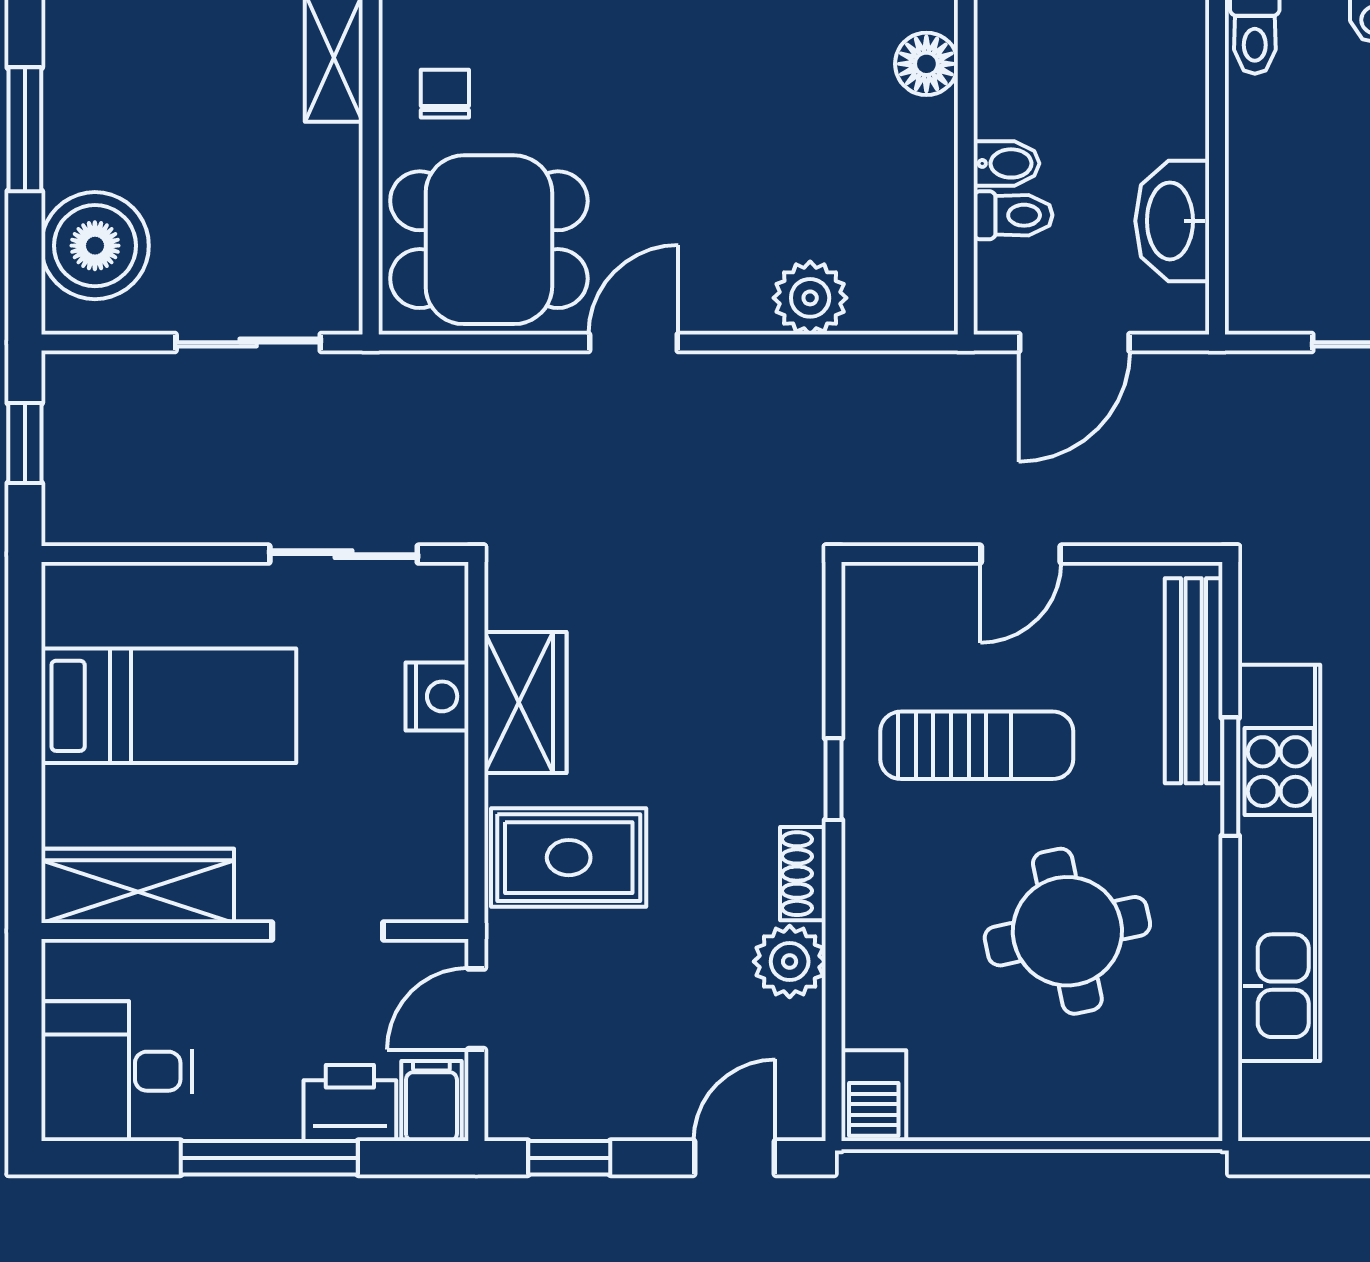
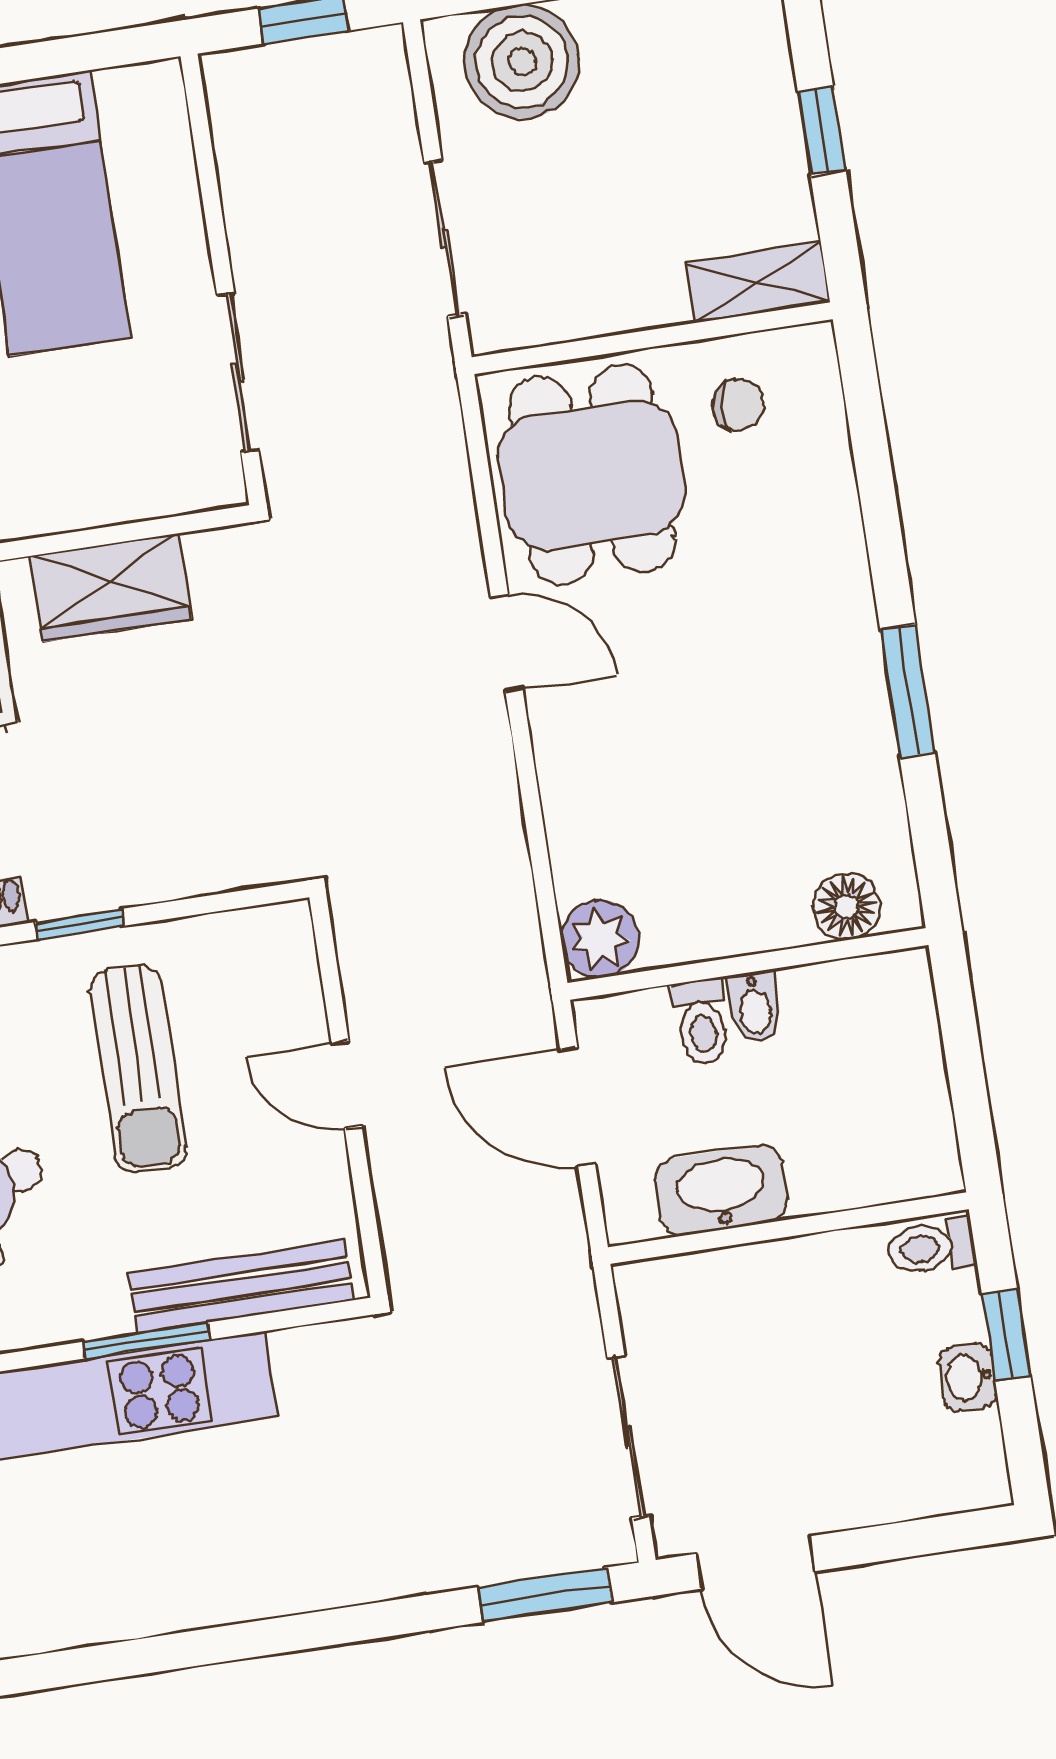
plant: (810, 298) -> (600, 939), moved
nightstand: (437, 696) -> (103, 494), removed

